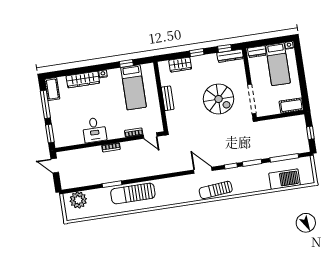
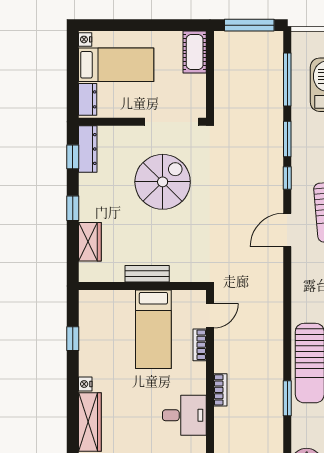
bed: (134, 87) -> (153, 329), moved, turned 90
window: (310, 133) -> (249, 25), width x2.17

